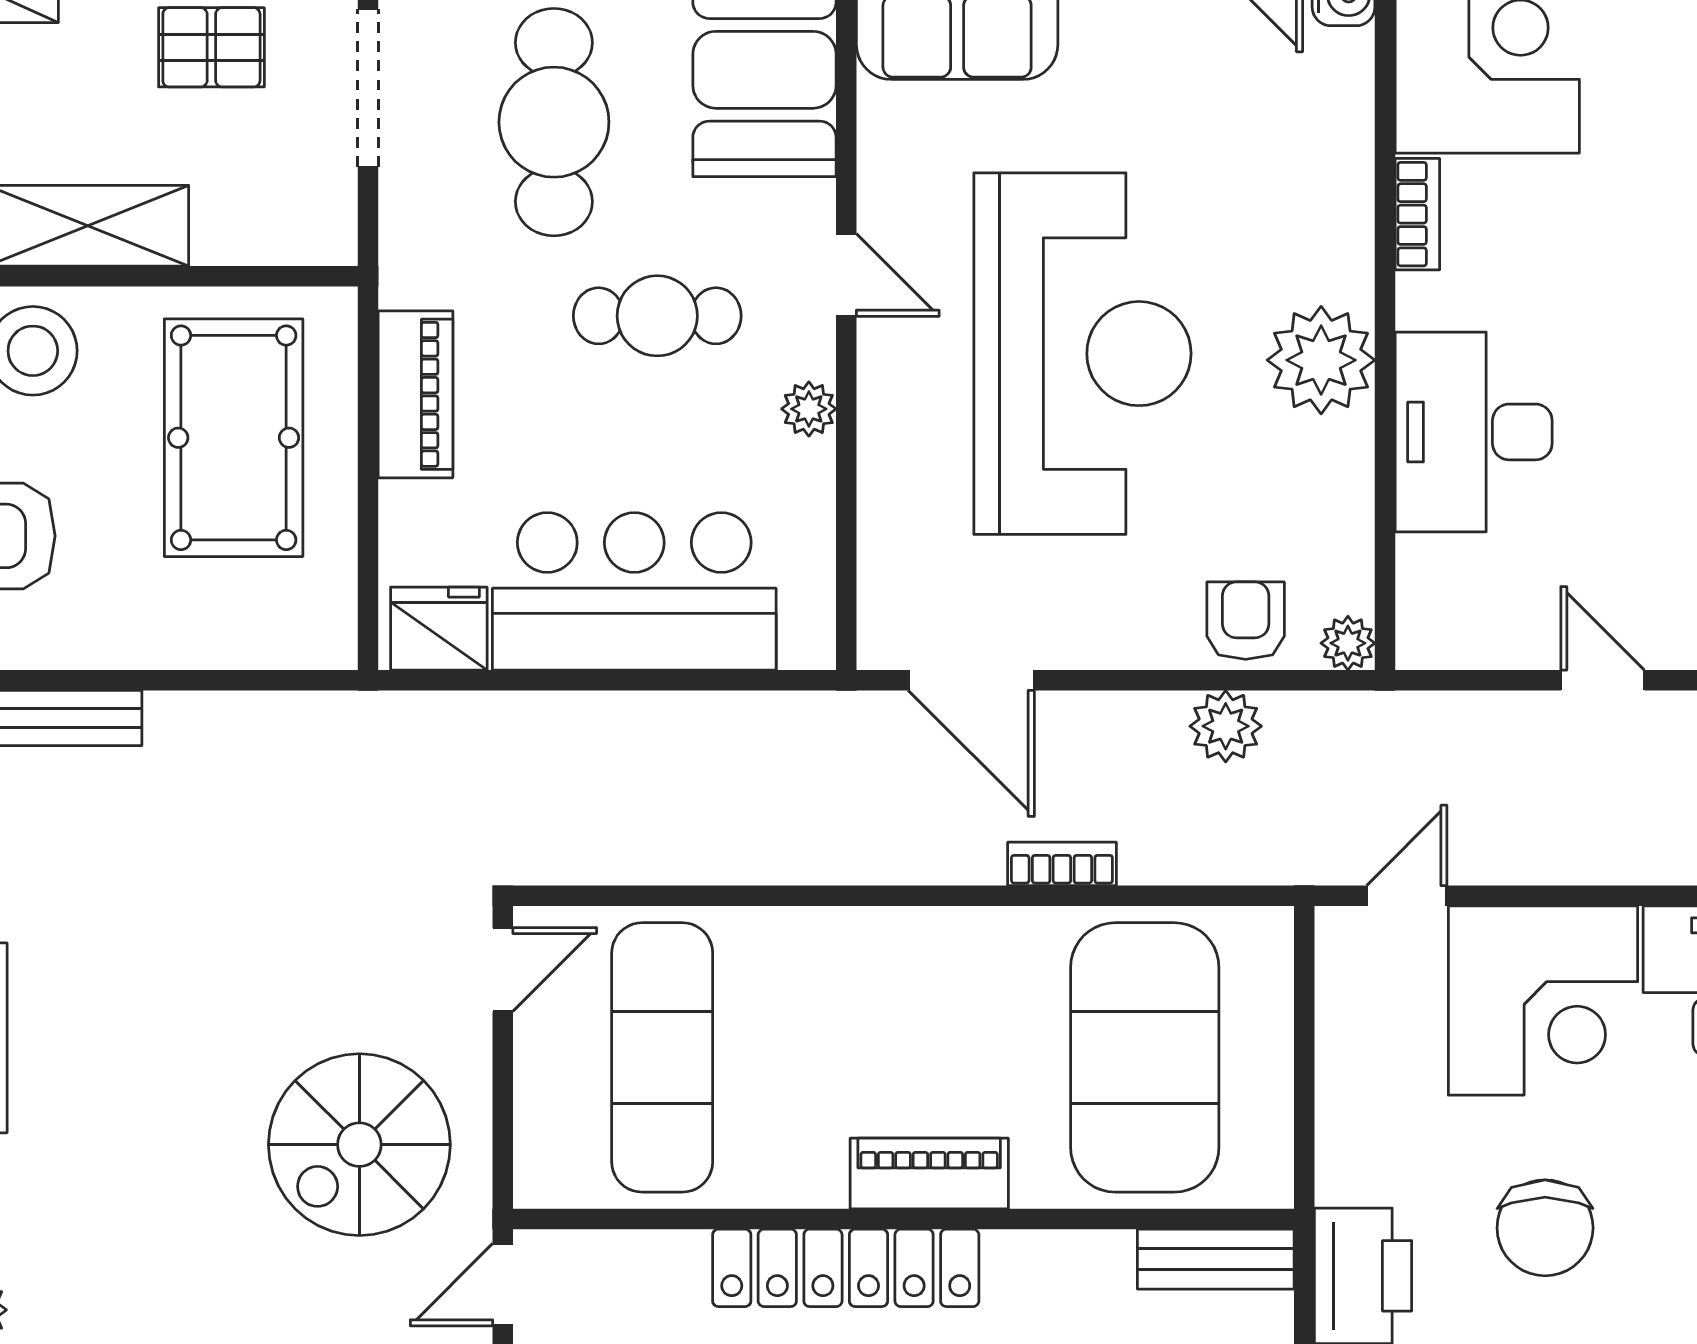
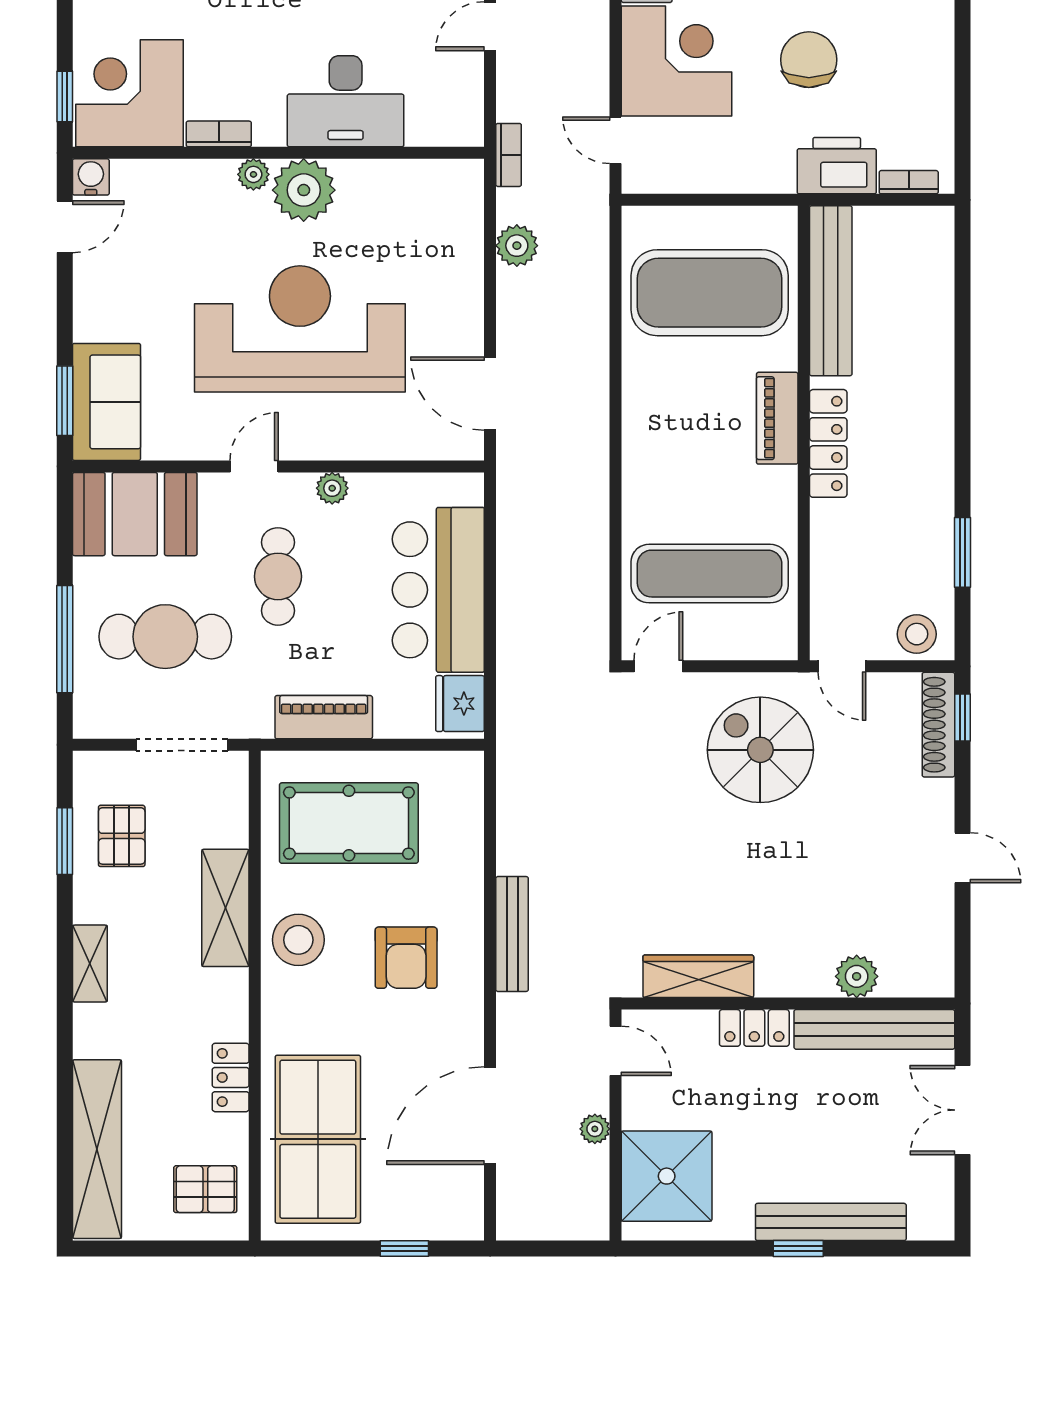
doorway: (368, 88) -> (182, 745), moved
armchair: (1246, 621) -> (455, 234), removed
plant: (1348, 643) -> (253, 174), moved
door: (971, 680) -> (490, 394), swing flipped
bookcase: (1062, 864) -> (509, 155), moved, turned 180
door: (503, 969) -> (658, 666), hinge flipped
spiral stairs: (359, 1145) -> (760, 750), turned 180
chair: (1545, 1228) -> (809, 60), turned -90
bench: (1216, 1259) -> (831, 291), width x1.86, depth x1.21
locker: (846, 1268) -> (828, 443), width x0.71, depth x0.83

